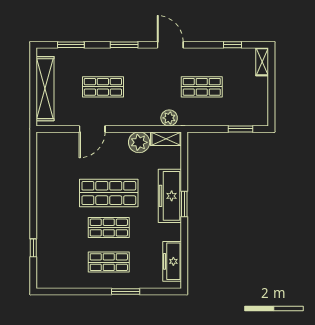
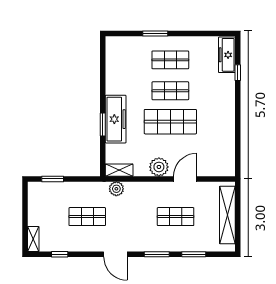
window: (71, 45) -> (194, 254), moved
plant: (139, 142) -> (159, 167), moved
window: (184, 204) -> (103, 124), moved
freezer: (172, 261) -> (227, 55), moved, turned 180

